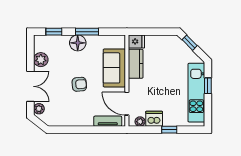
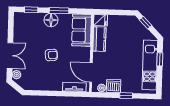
plant: (41, 60) -> (19, 33), removed
sofa: (114, 68) -> (82, 30), moved

